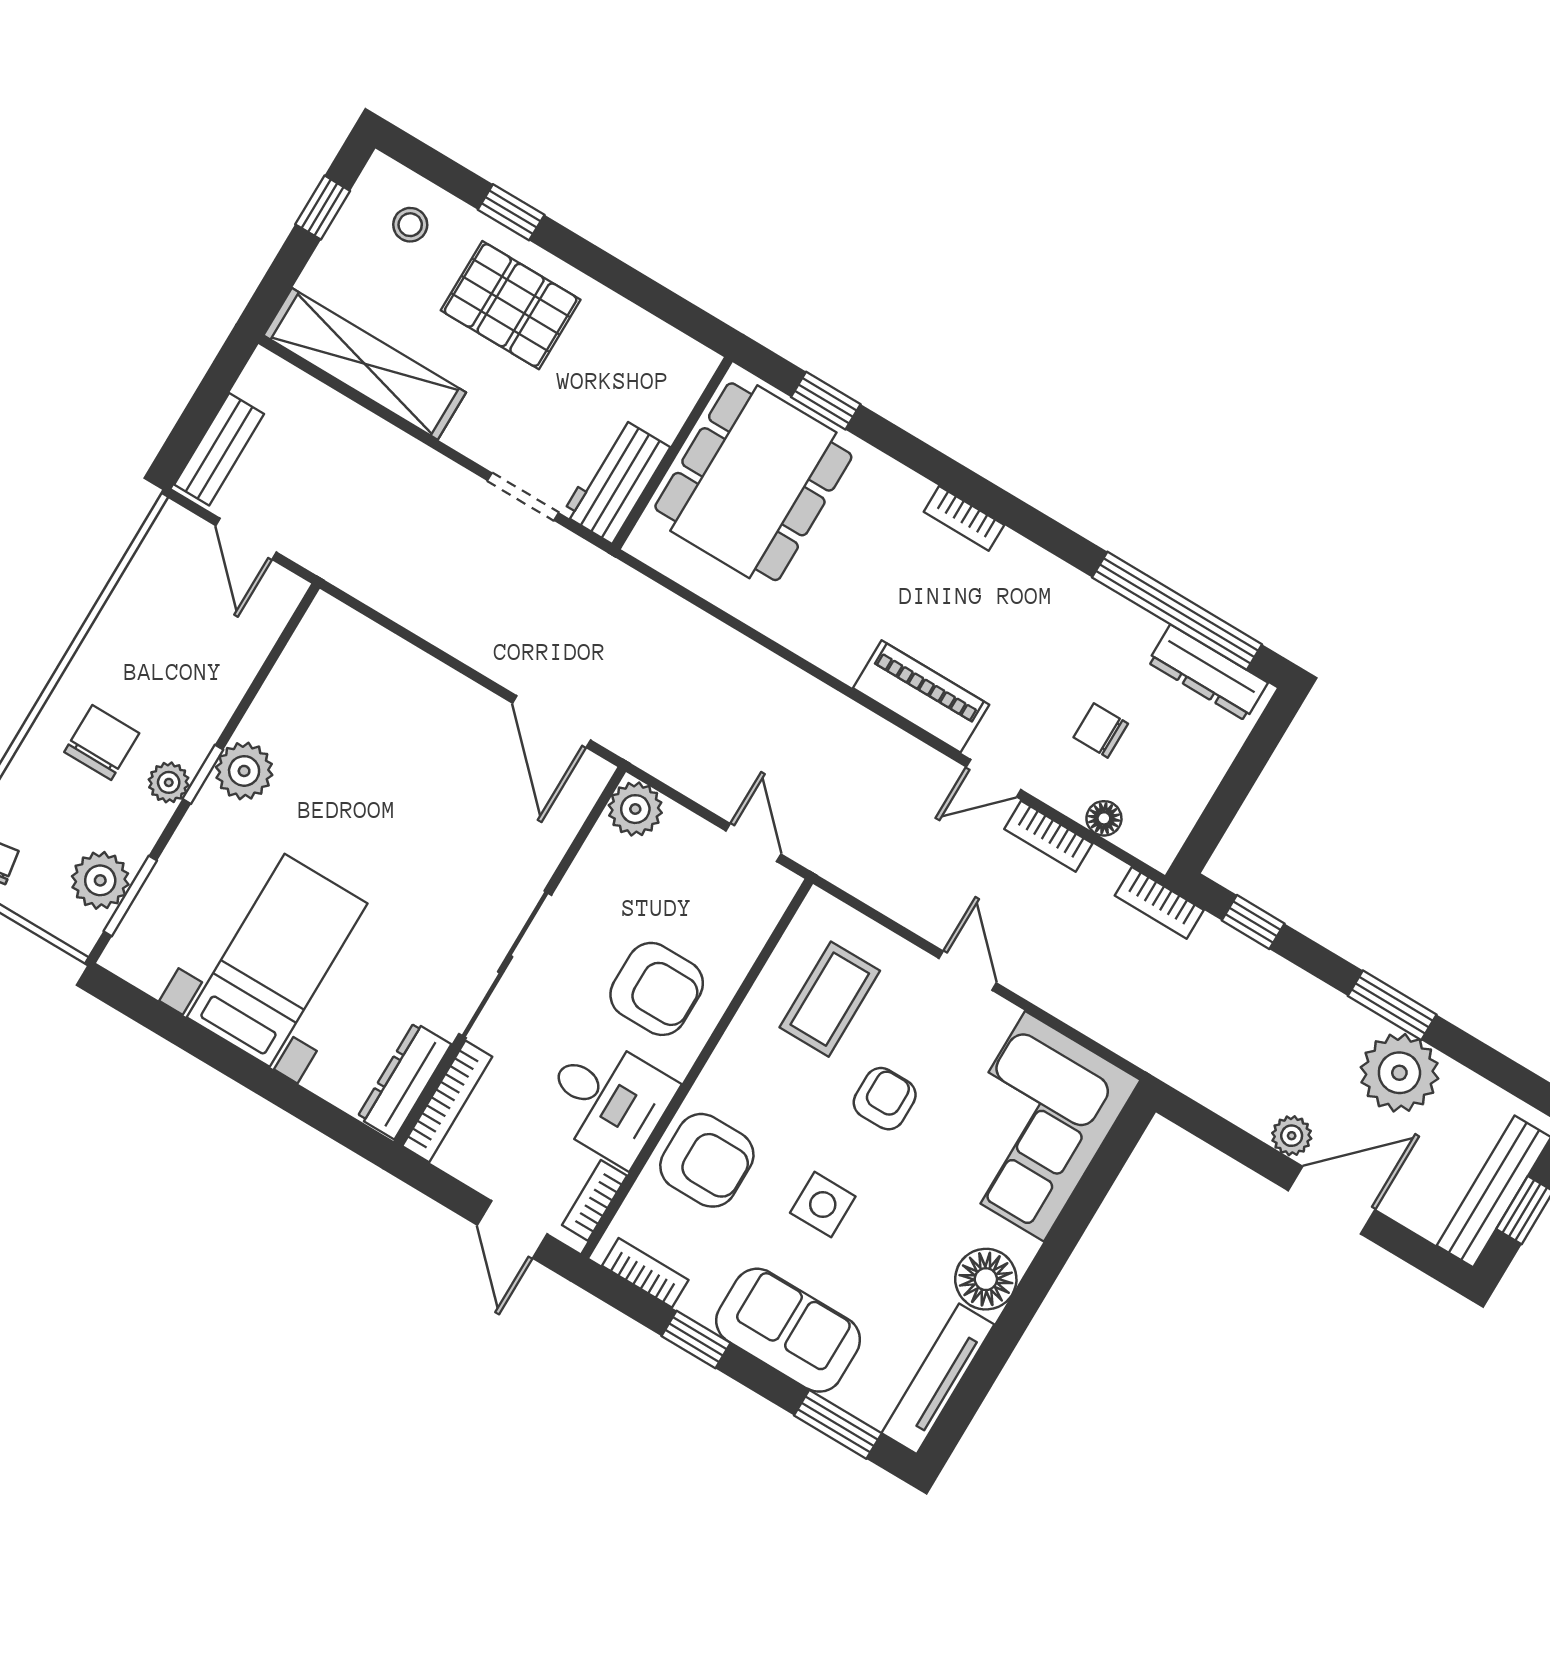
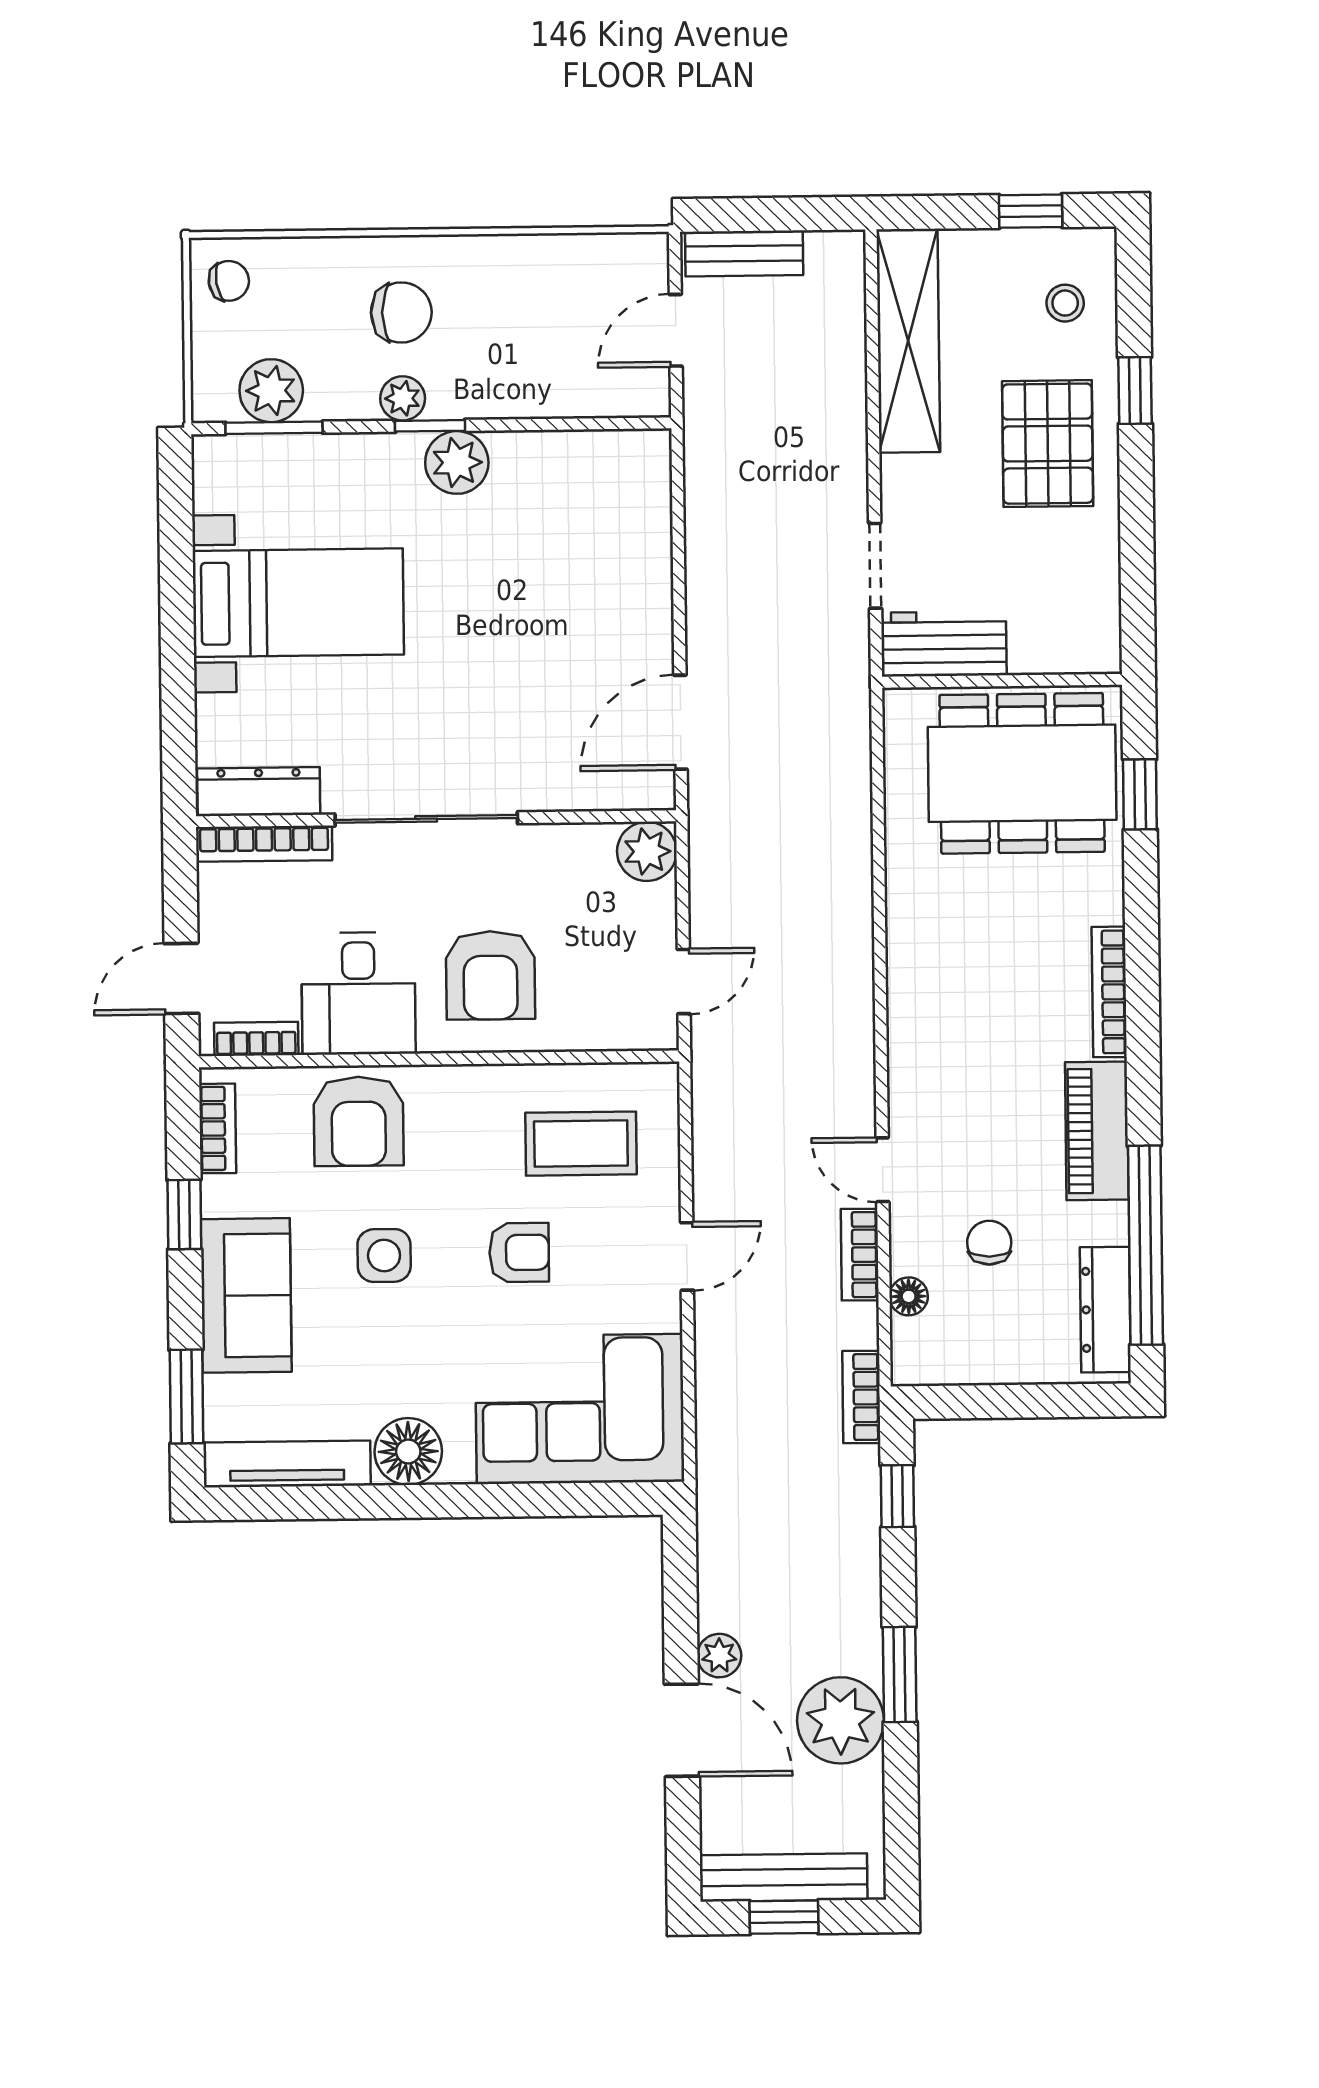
bookcase: (964, 518) -> (1109, 992), width x1.56
piano: (921, 696) -> (1097, 1131), moved, turned 180

